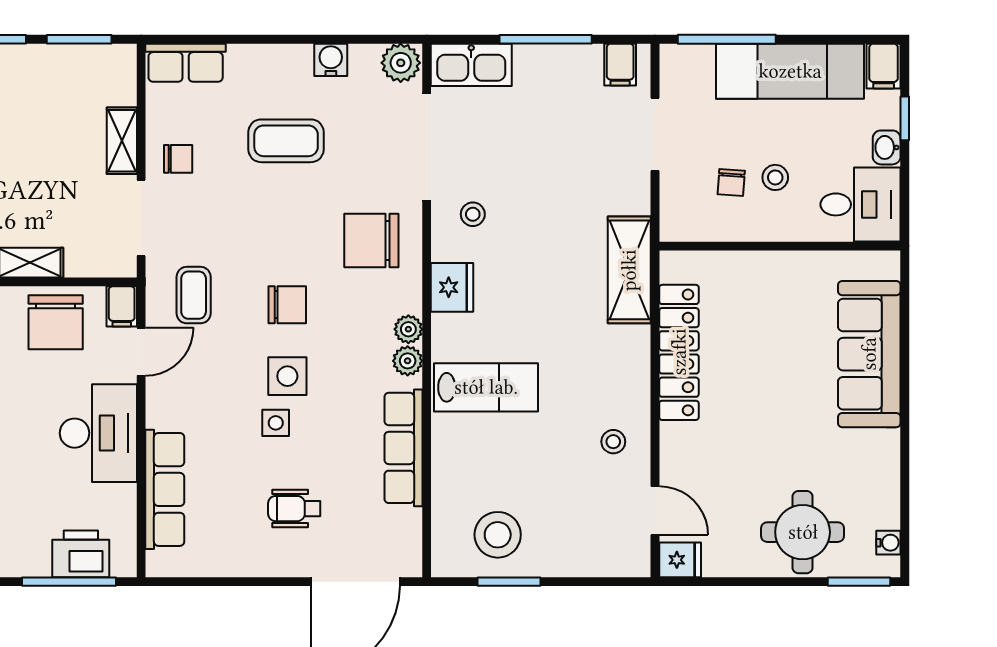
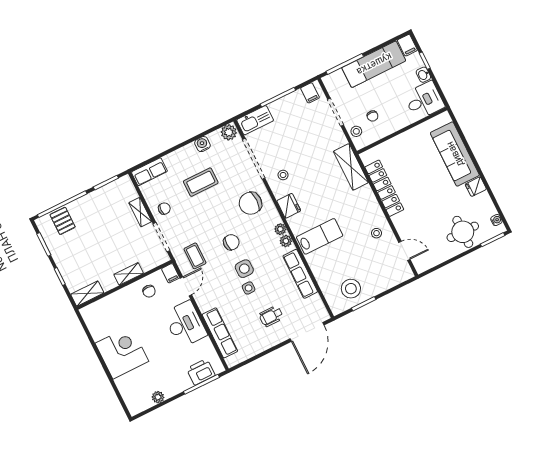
stool: (775, 177) -> (356, 131), moved
chair: (56, 322) -> (149, 291), width x0.54, depth x0.54
fridge: (680, 560) -> (476, 187), moved, turned 180

